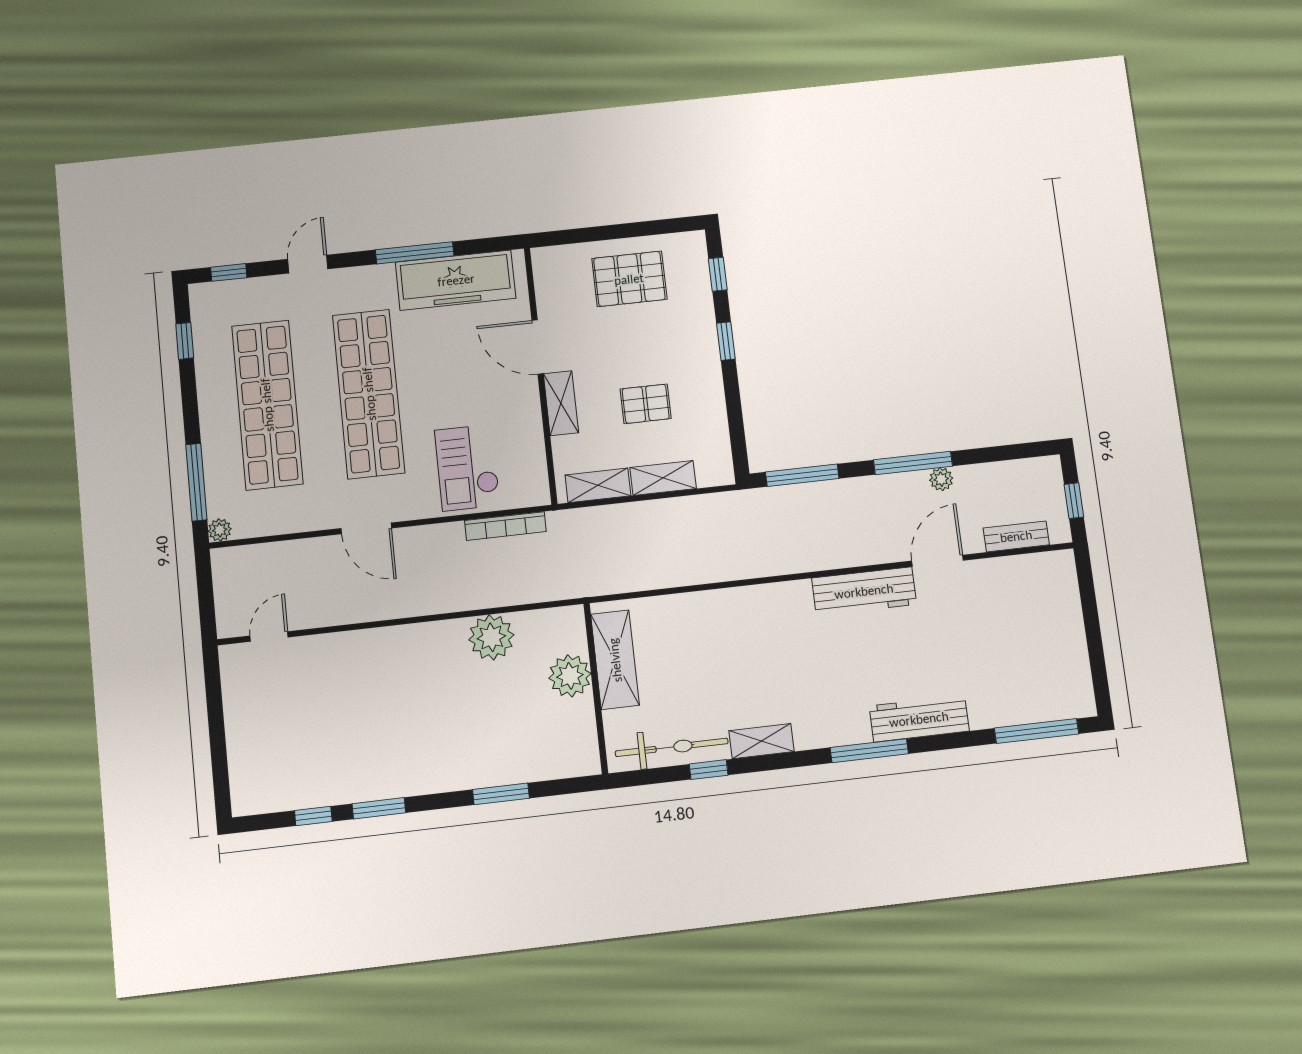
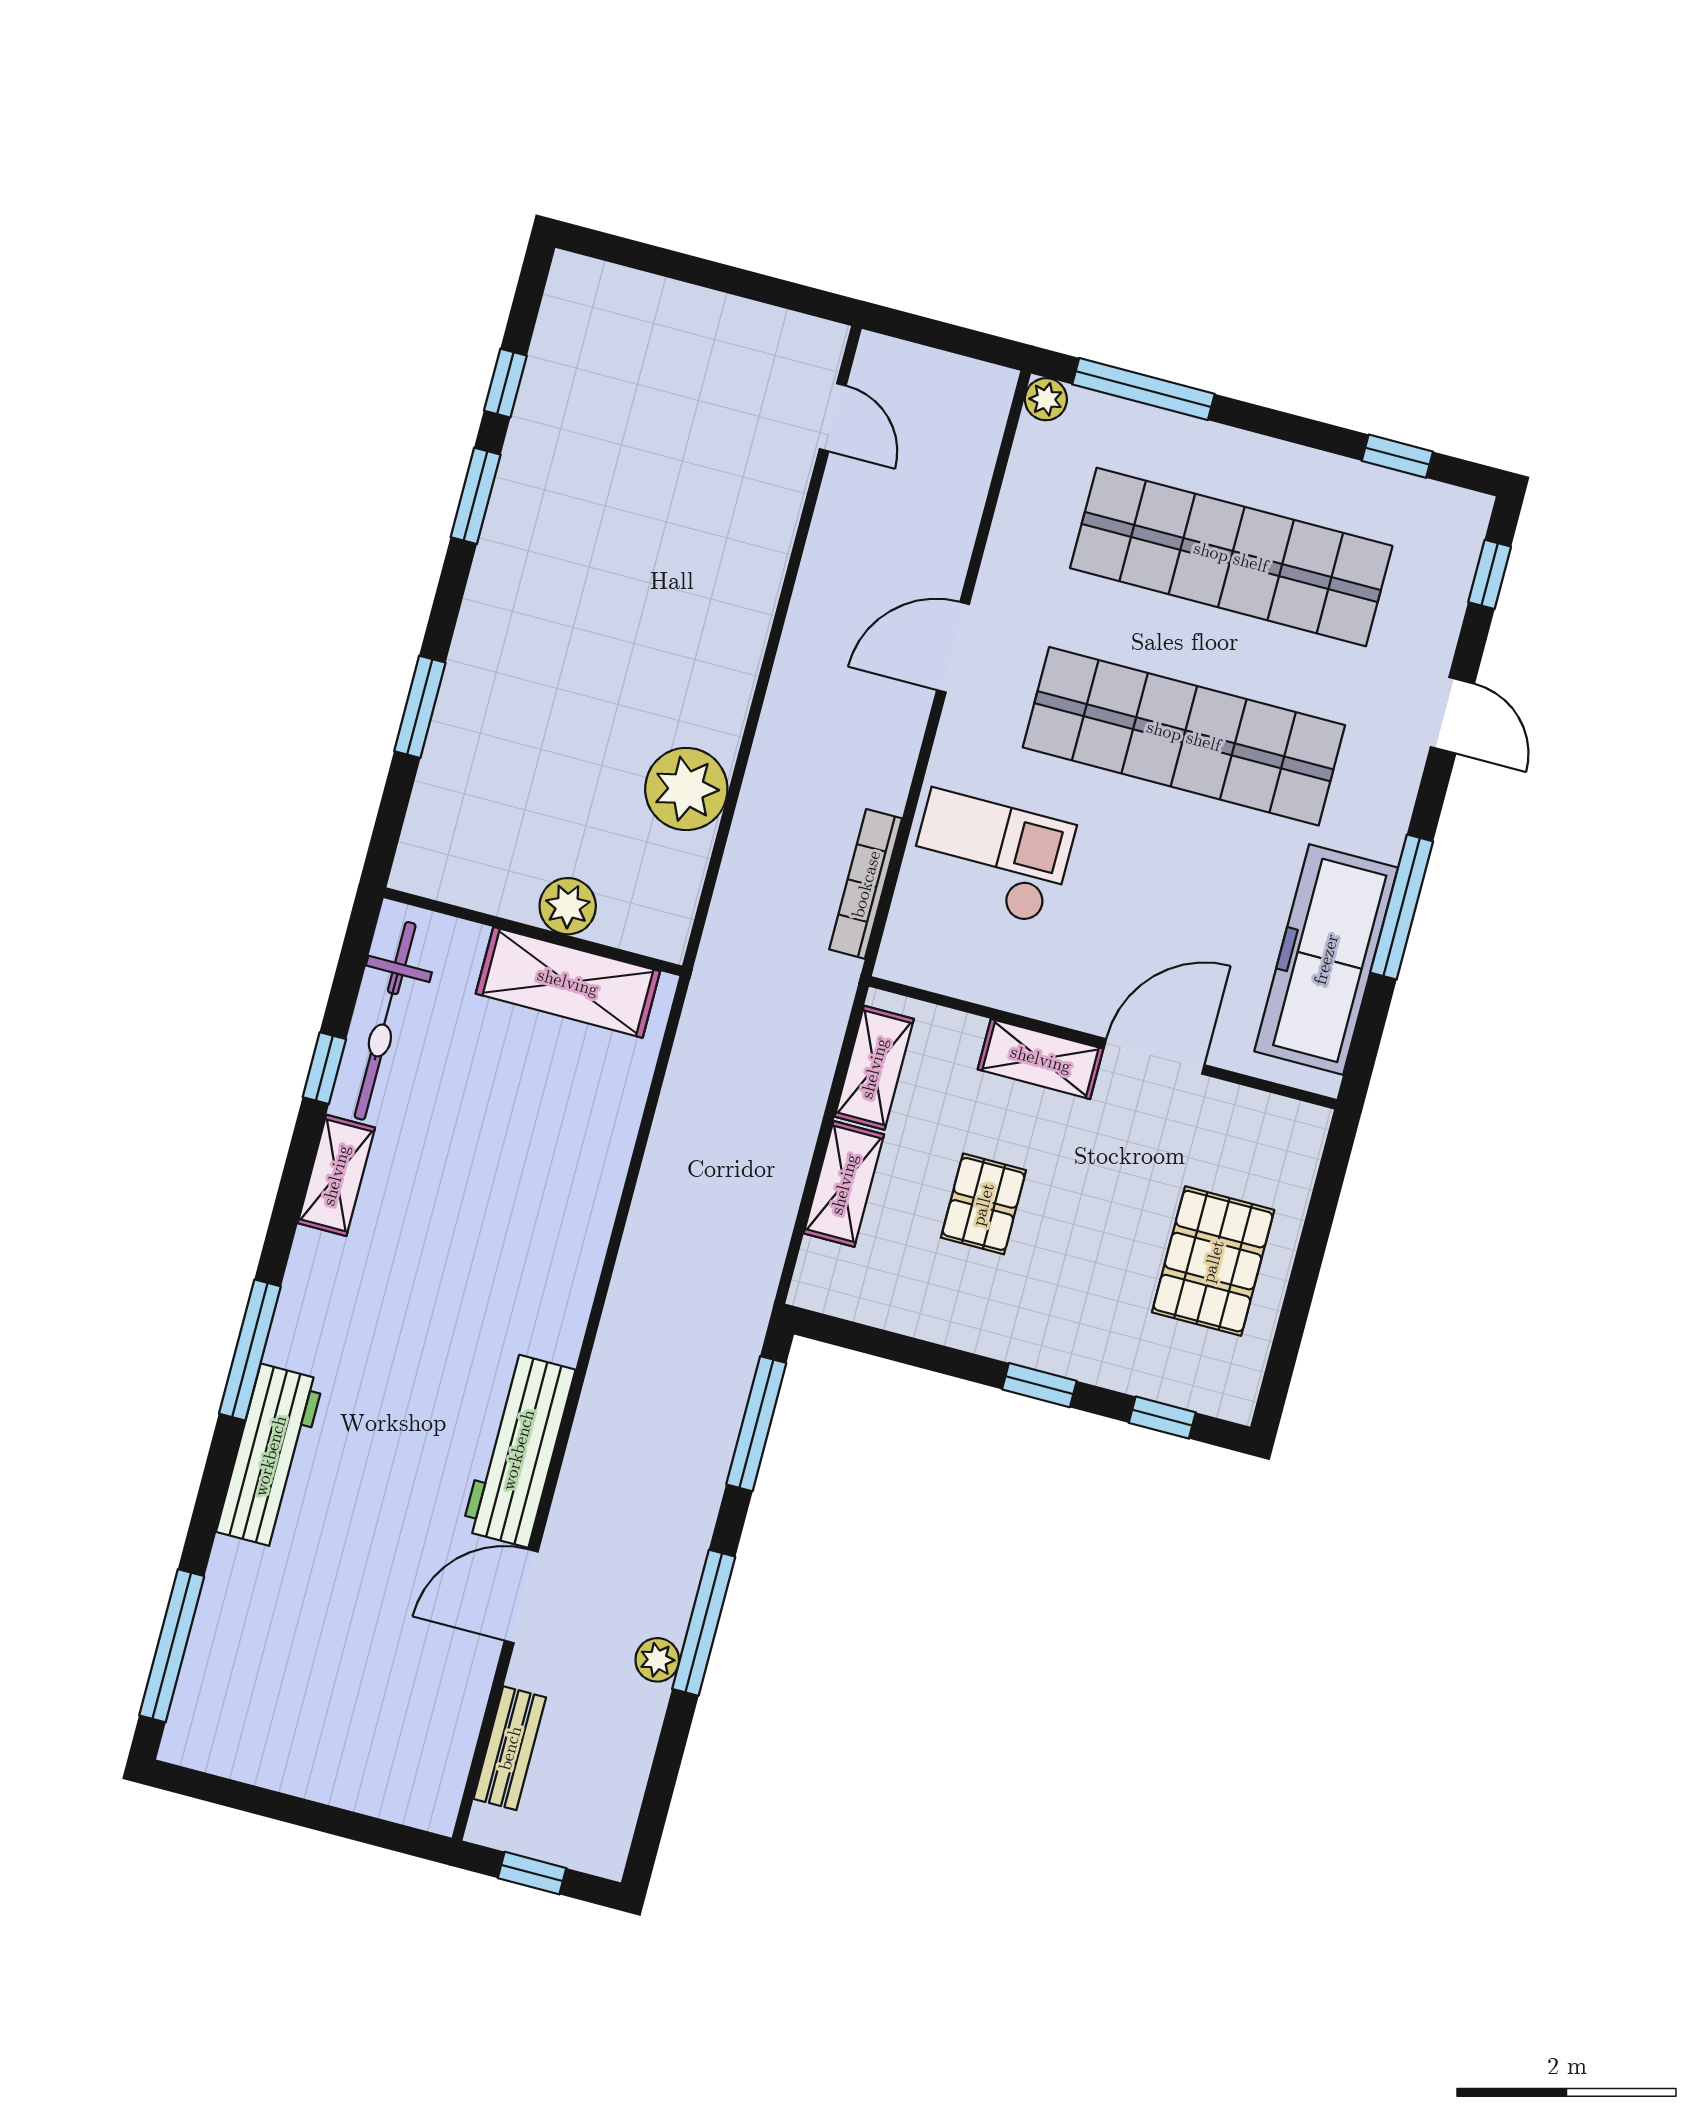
door: (938, 561) -> (521, 1596), swing flipped
plant: (570, 676) -> (568, 906), width x0.73, depth x0.73

